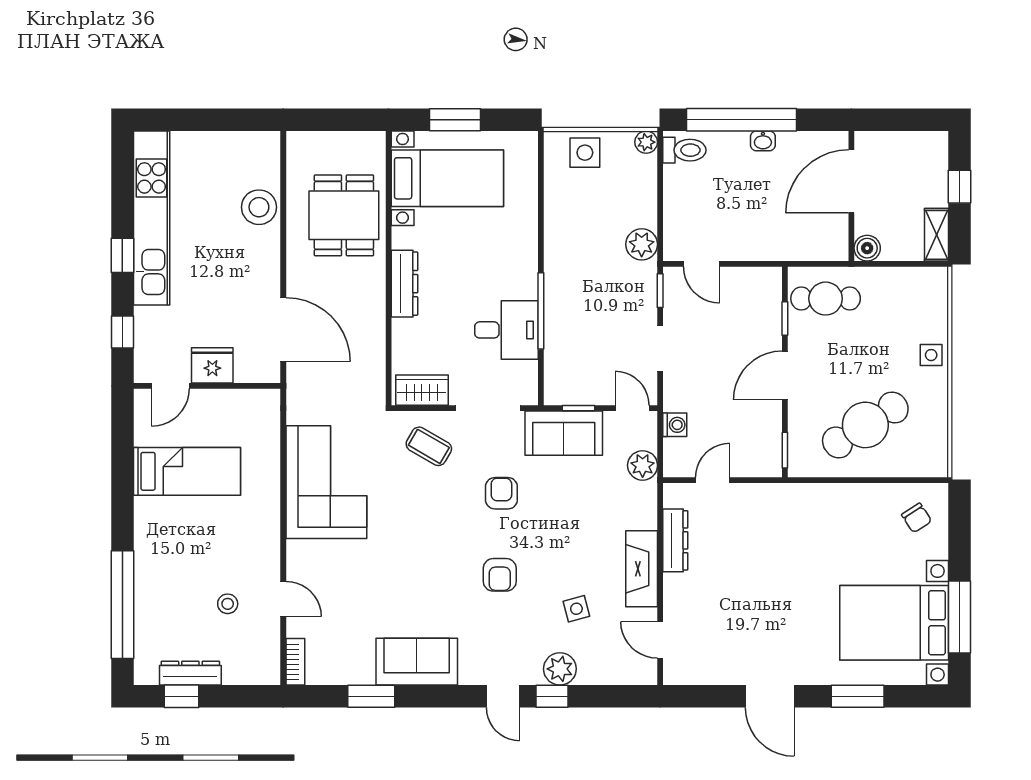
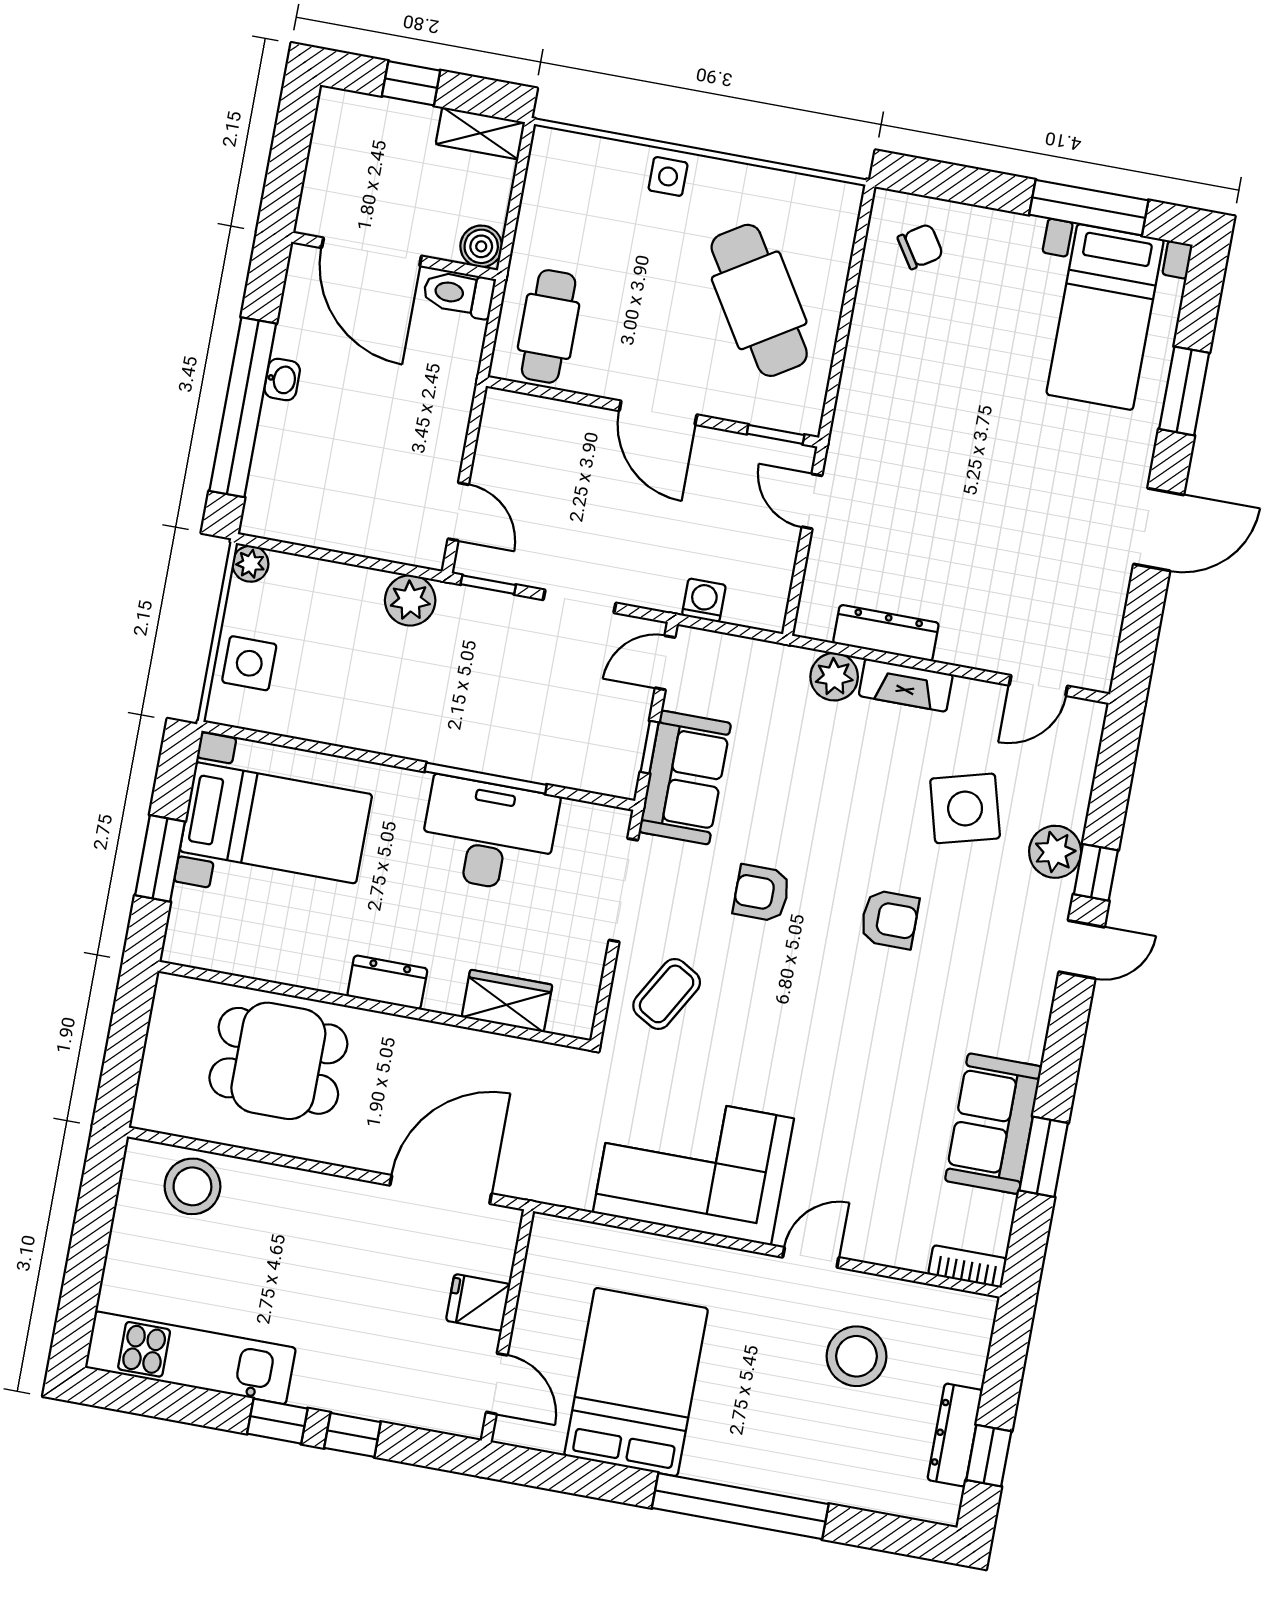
toilet: (684, 150) -> (459, 294), moved, turned -90
bed with nightstands: (447, 178) -> (276, 823), moved, turned 90
stool: (259, 207) -> (192, 1186), moved
kitchen unit: (152, 218) -> (190, 1358), width x0.73
door: (702, 264) -> (458, 512), hinge flipped
dresser: (404, 284) -> (387, 982), width x0.70
window: (785, 319) -> (568, 396), removed
desk: (507, 330) -> (489, 835), width x1.37
window: (122, 332) -> (352, 1435), moved
fridge: (212, 365) -> (478, 1302), width x0.72
wardrobe: (422, 390) -> (507, 1001), moved, turned 90
plant: (643, 465) -> (834, 677), moved
bed: (187, 471) -> (636, 1382), width x1.50
door: (713, 480) -> (812, 501), moved
fireplace: (642, 569) -> (906, 685), width x0.73, depth x0.76
door: (283, 599) -> (811, 1257), moved
stool: (228, 604) -> (856, 1356), width x1.89, depth x1.89
window: (122, 605) -> (740, 1506), moved
side table: (576, 609) -> (965, 808), width x1.87, depth x1.87
bed with nightstands: (894, 623) -> (1105, 317), width x0.73
sofa: (417, 662) -> (993, 1124), moved

